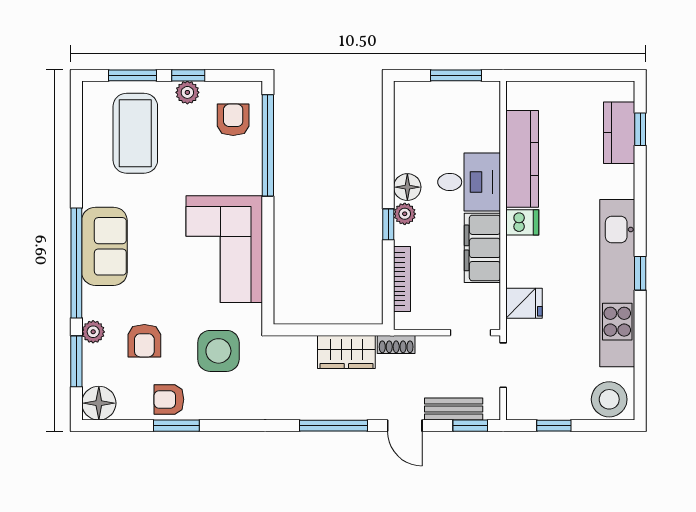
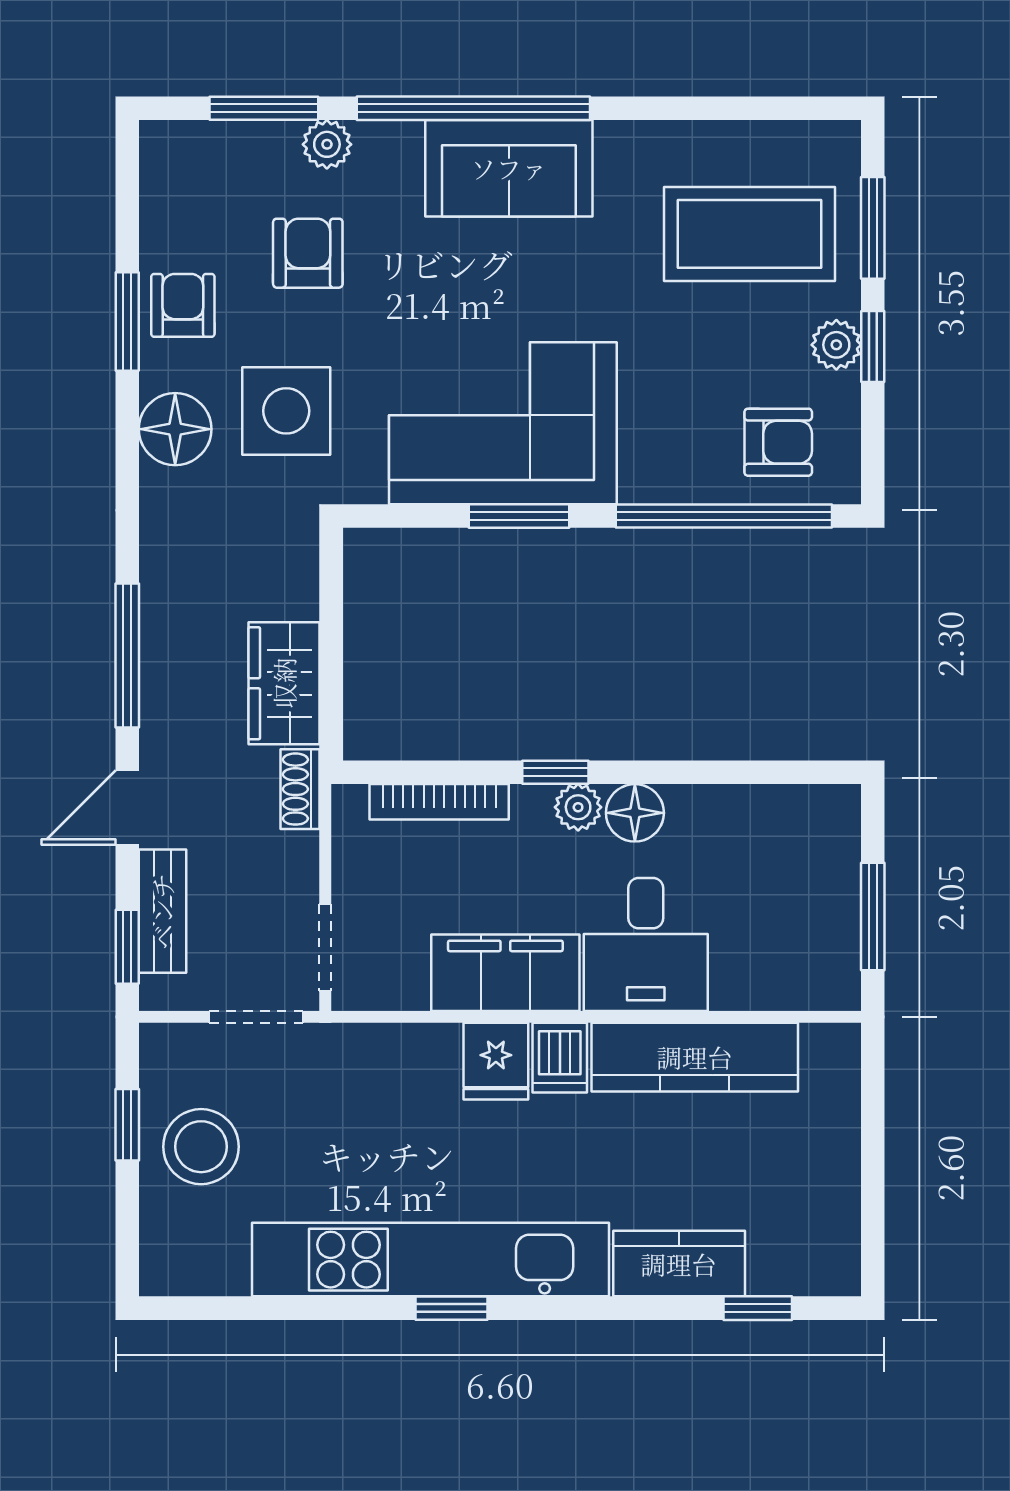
kitchen counter: (619, 133) -> (679, 1264), moved
window: (268, 242) -> (519, 516), added
fridge: (524, 303) -> (496, 1061), moved
armchair: (144, 341) -> (308, 253), turned 90
stool: (609, 399) -> (201, 1147), moved
floor lamp: (99, 403) -> (175, 429), moved

